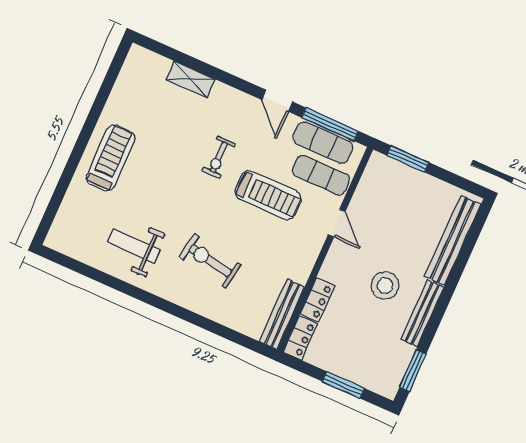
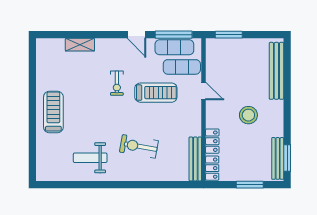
bench: (422, 313) -> (278, 158), moved

